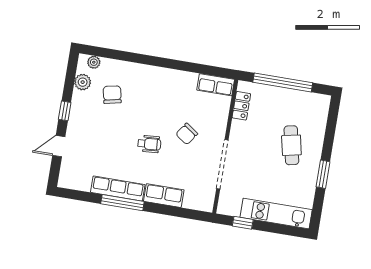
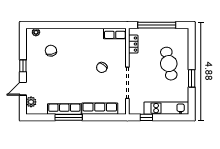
plant: (83, 82) -> (31, 102), moved
wheelchair: (149, 144) -> (79, 78), removed
cafe table: (291, 145) -> (169, 64), width x1.37, depth x1.35
row of seats: (164, 196) -> (100, 109), width x1.48

